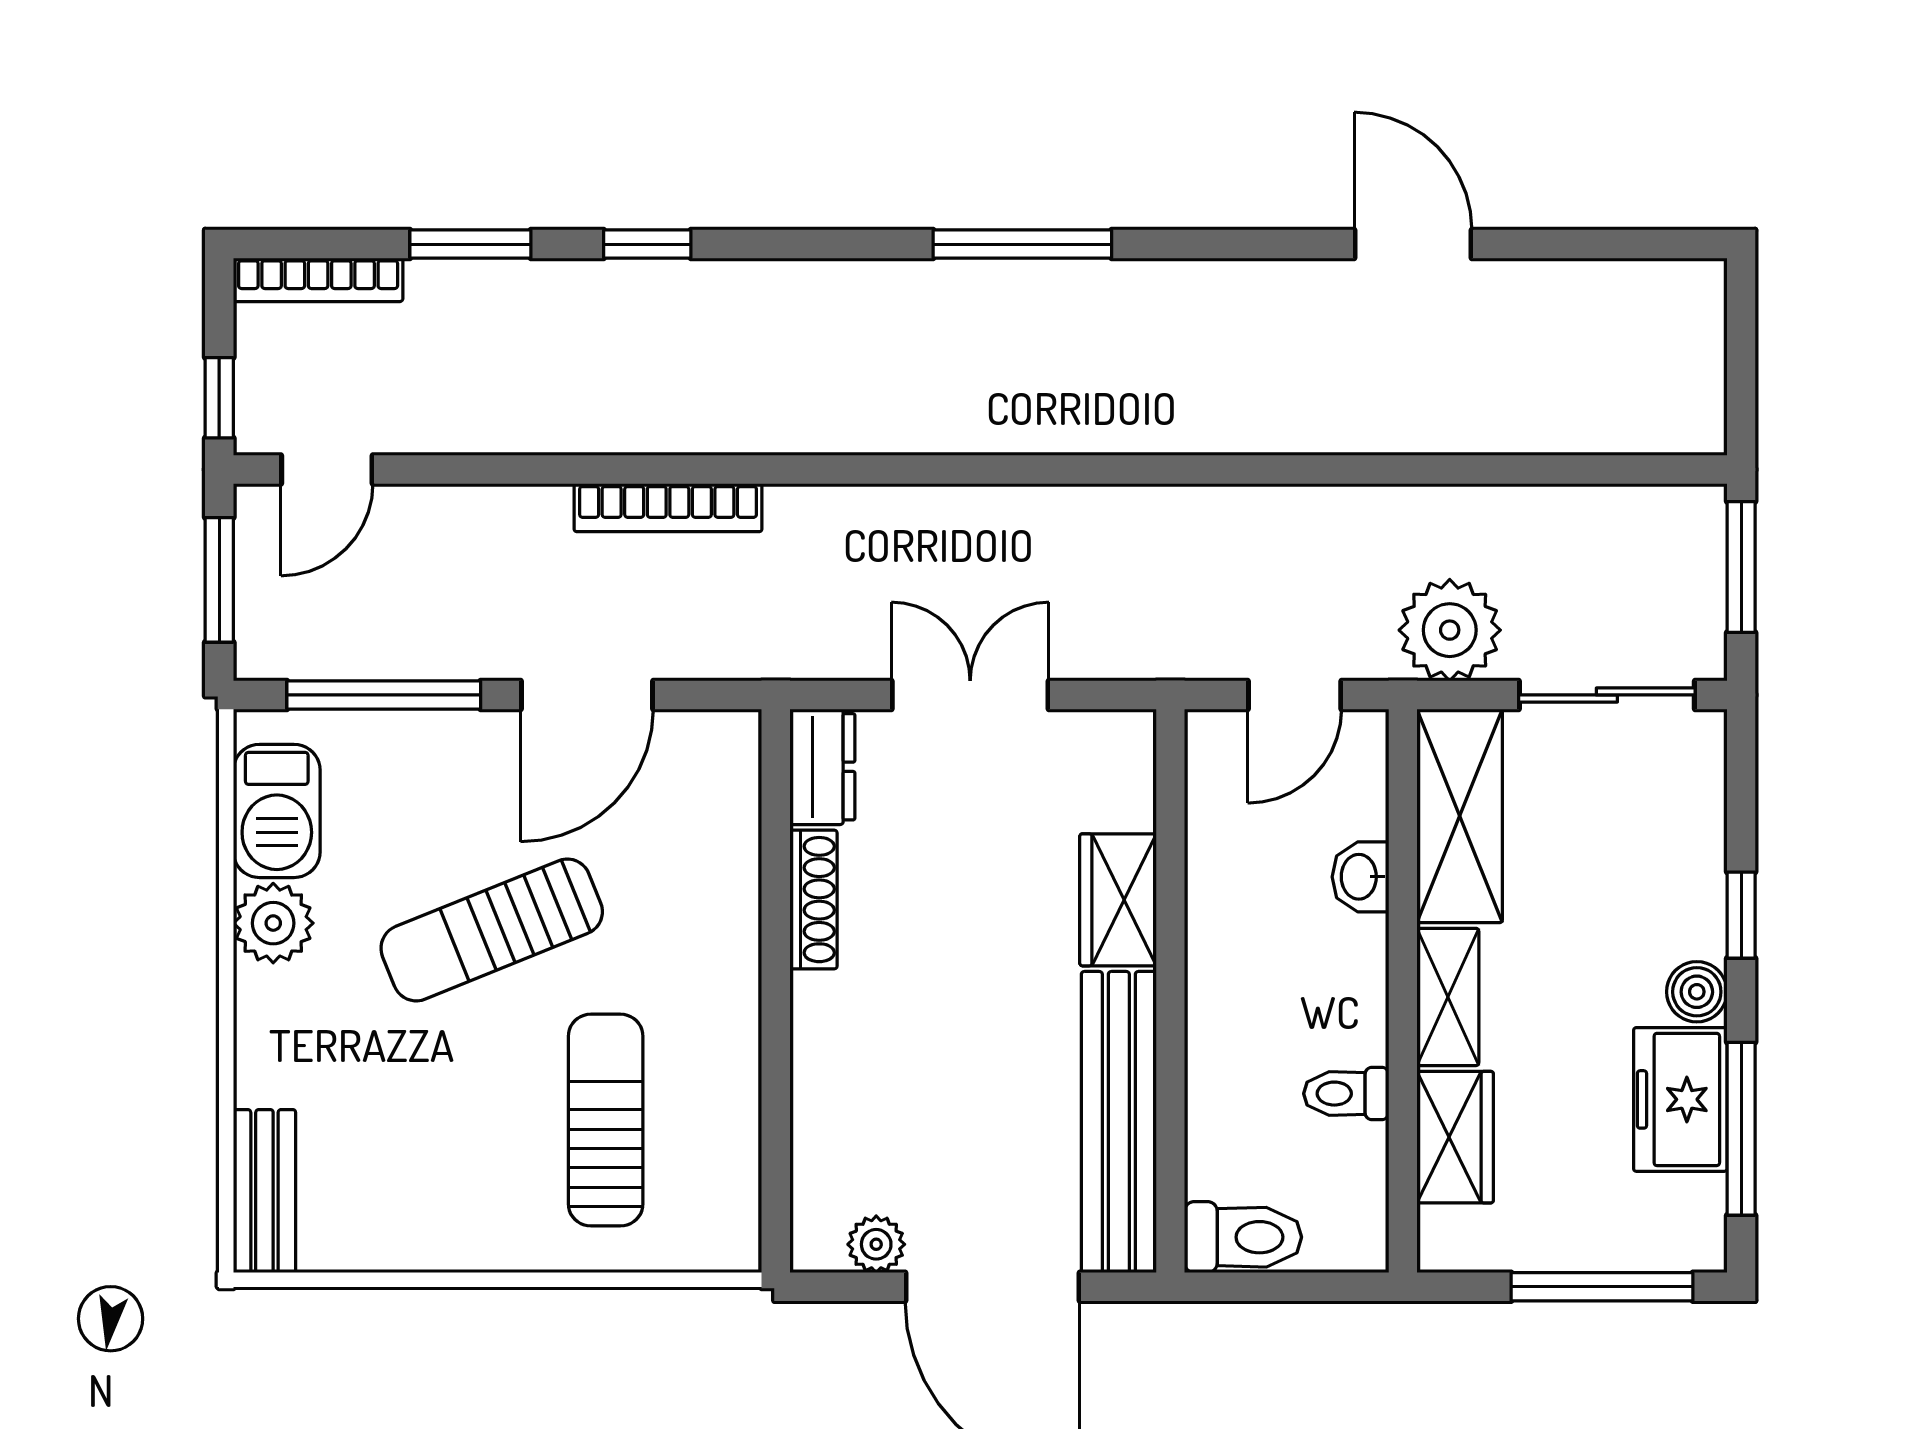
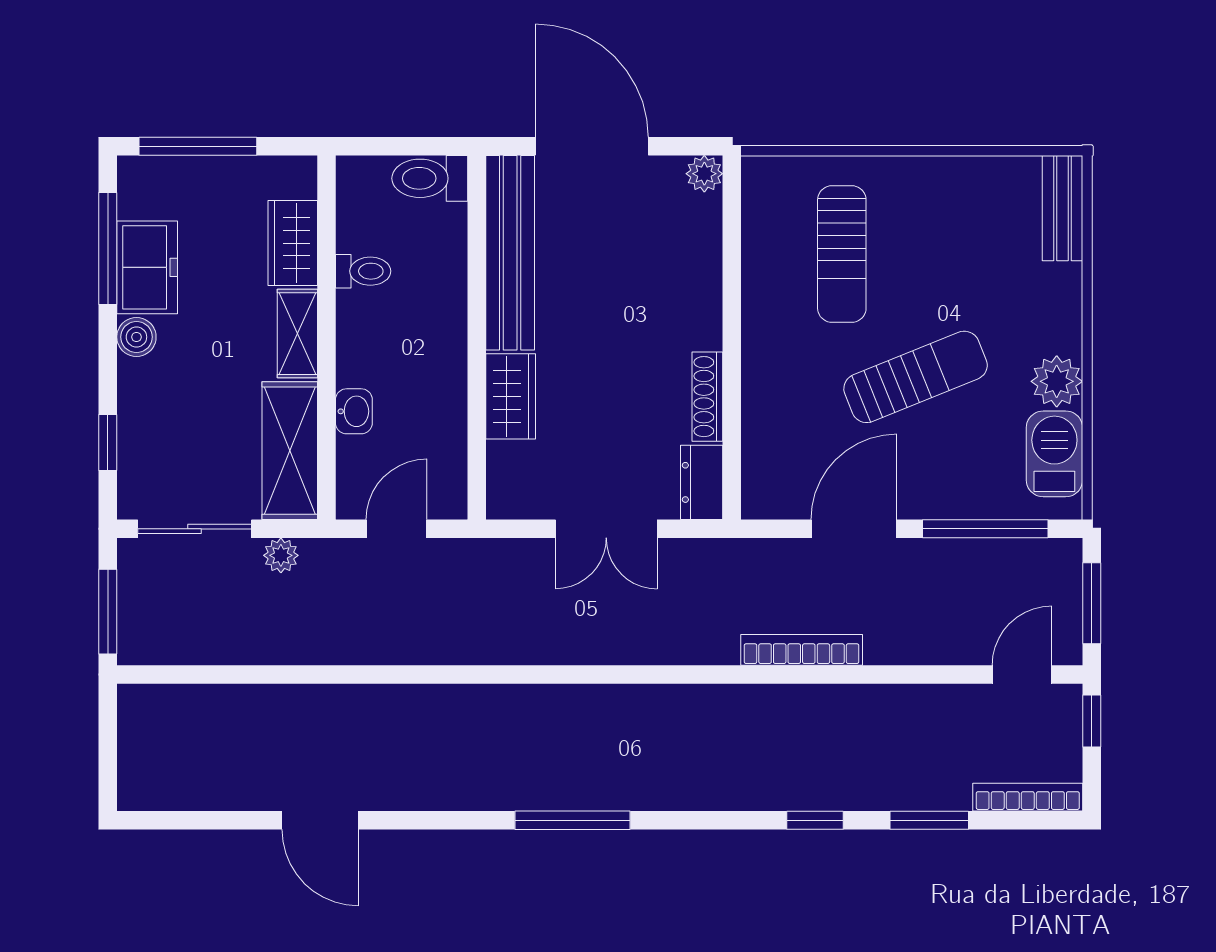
plant: (1450, 630) -> (281, 555), width x0.53, depth x0.53
window: (1741, 915) -> (108, 442), moved
plant: (876, 1244) -> (704, 174), moved

